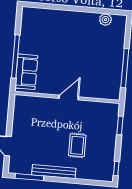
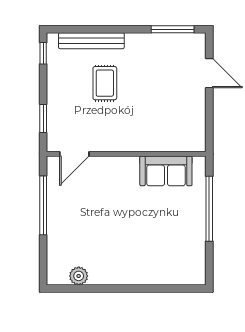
sofa: (26, 72) -> (166, 171), moved, turned -90
door: (69, 98) -> (74, 154), moved
bench: (54, 172) -> (91, 41), moved

